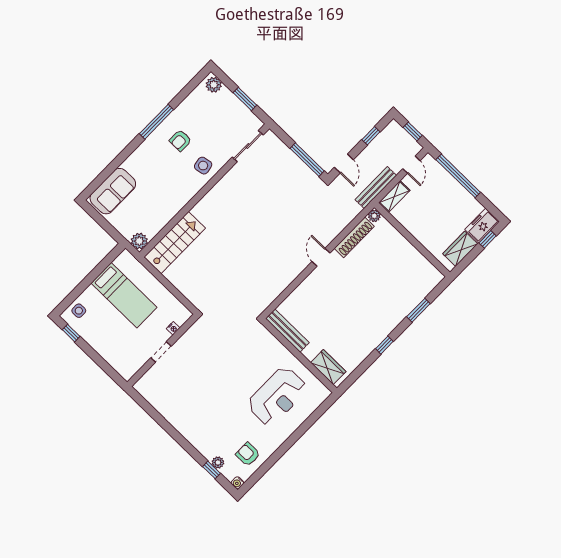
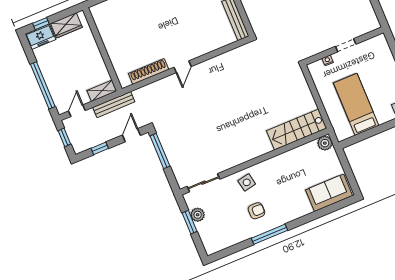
plant: (214, 85) -> (198, 215), moved
plant: (374, 216) -> (125, 82), removed

